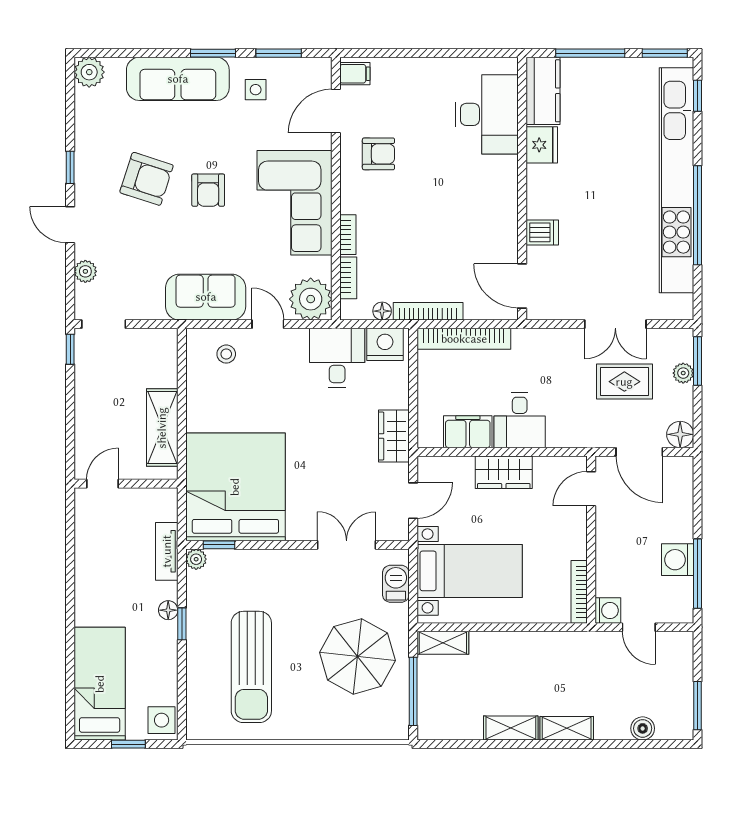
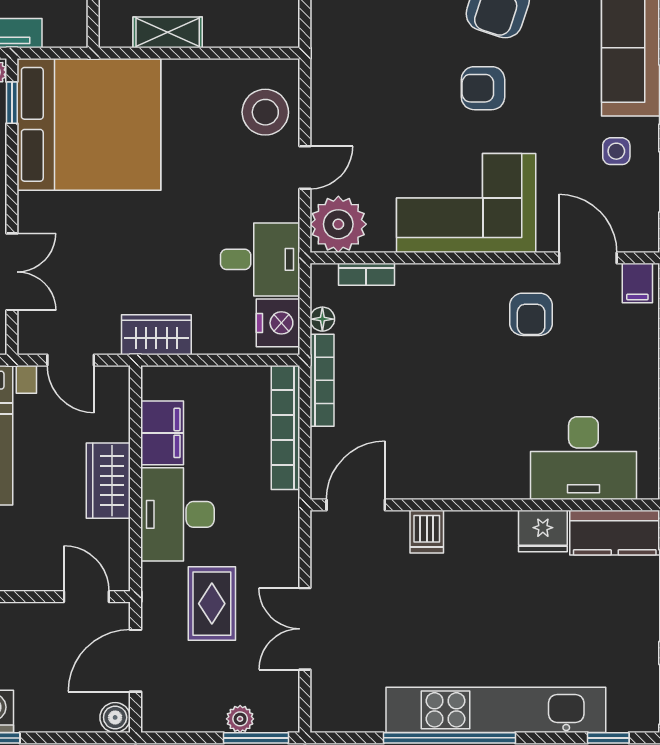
kitchen unit: (676, 180) -> (496, 710), width x0.73
bookcase: (348, 235) -> (424, 274), removed
sofa: (206, 297) -> (341, 85), removed
stool: (226, 354) -> (265, 112), width x1.89, depth x1.89
rug: (624, 382) -> (212, 604), moved
desk: (520, 420) -> (177, 514), width x1.37
shelving: (162, 428) -> (168, 32), width x0.67, depth x0.75
floor lamp: (680, 434) -> (158, 715), removed
boiler: (682, 467) -> (115, 717), added

